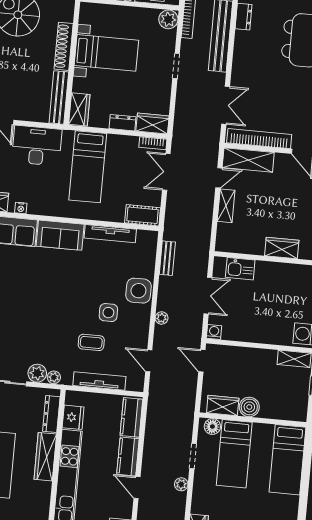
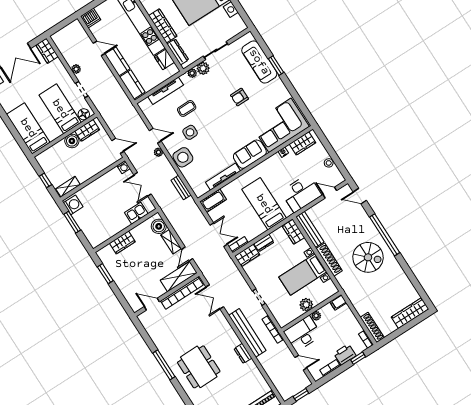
plant: (168, 19) -> (306, 305), moved
boiler: (227, 234) -> (159, 226), added
armchair: (22, 309) -> (239, 97), added
door: (149, 361) -> (155, 136), moved

